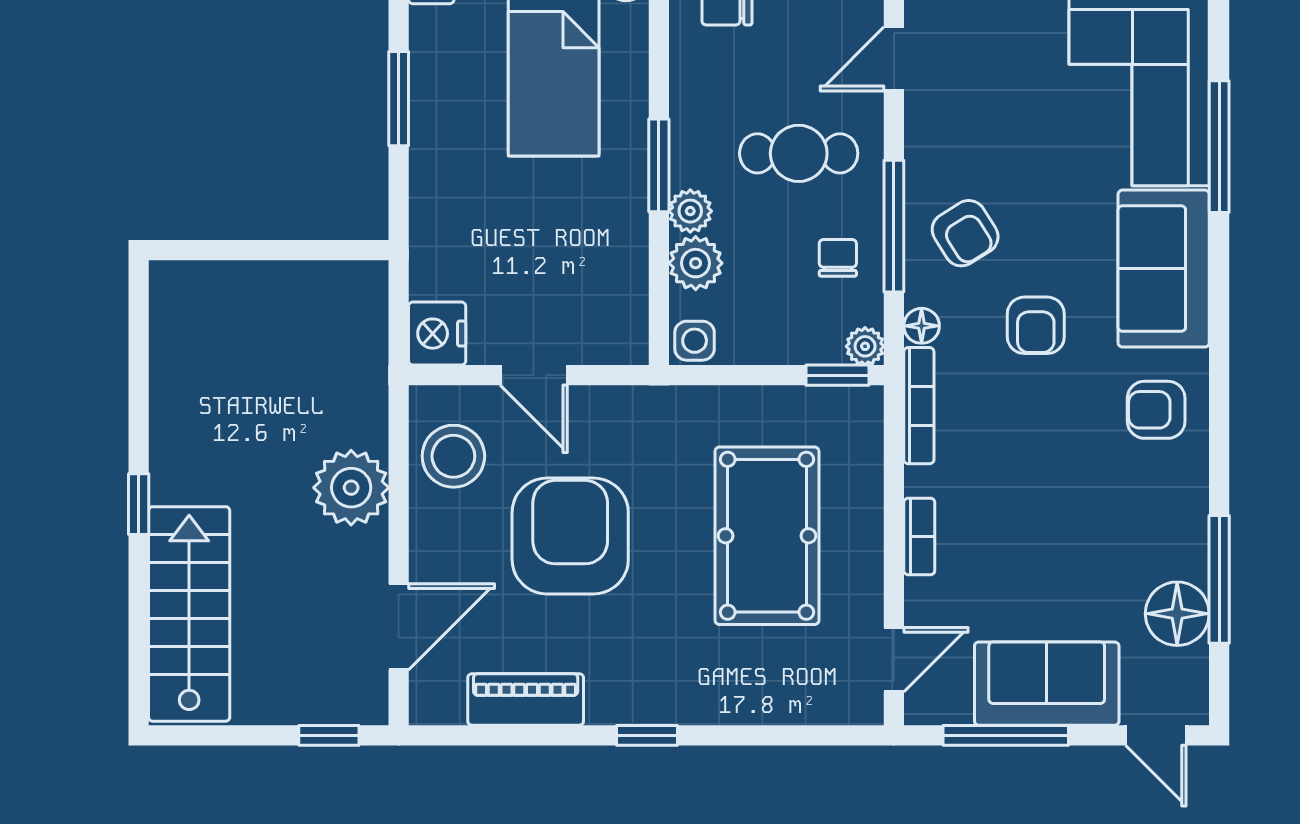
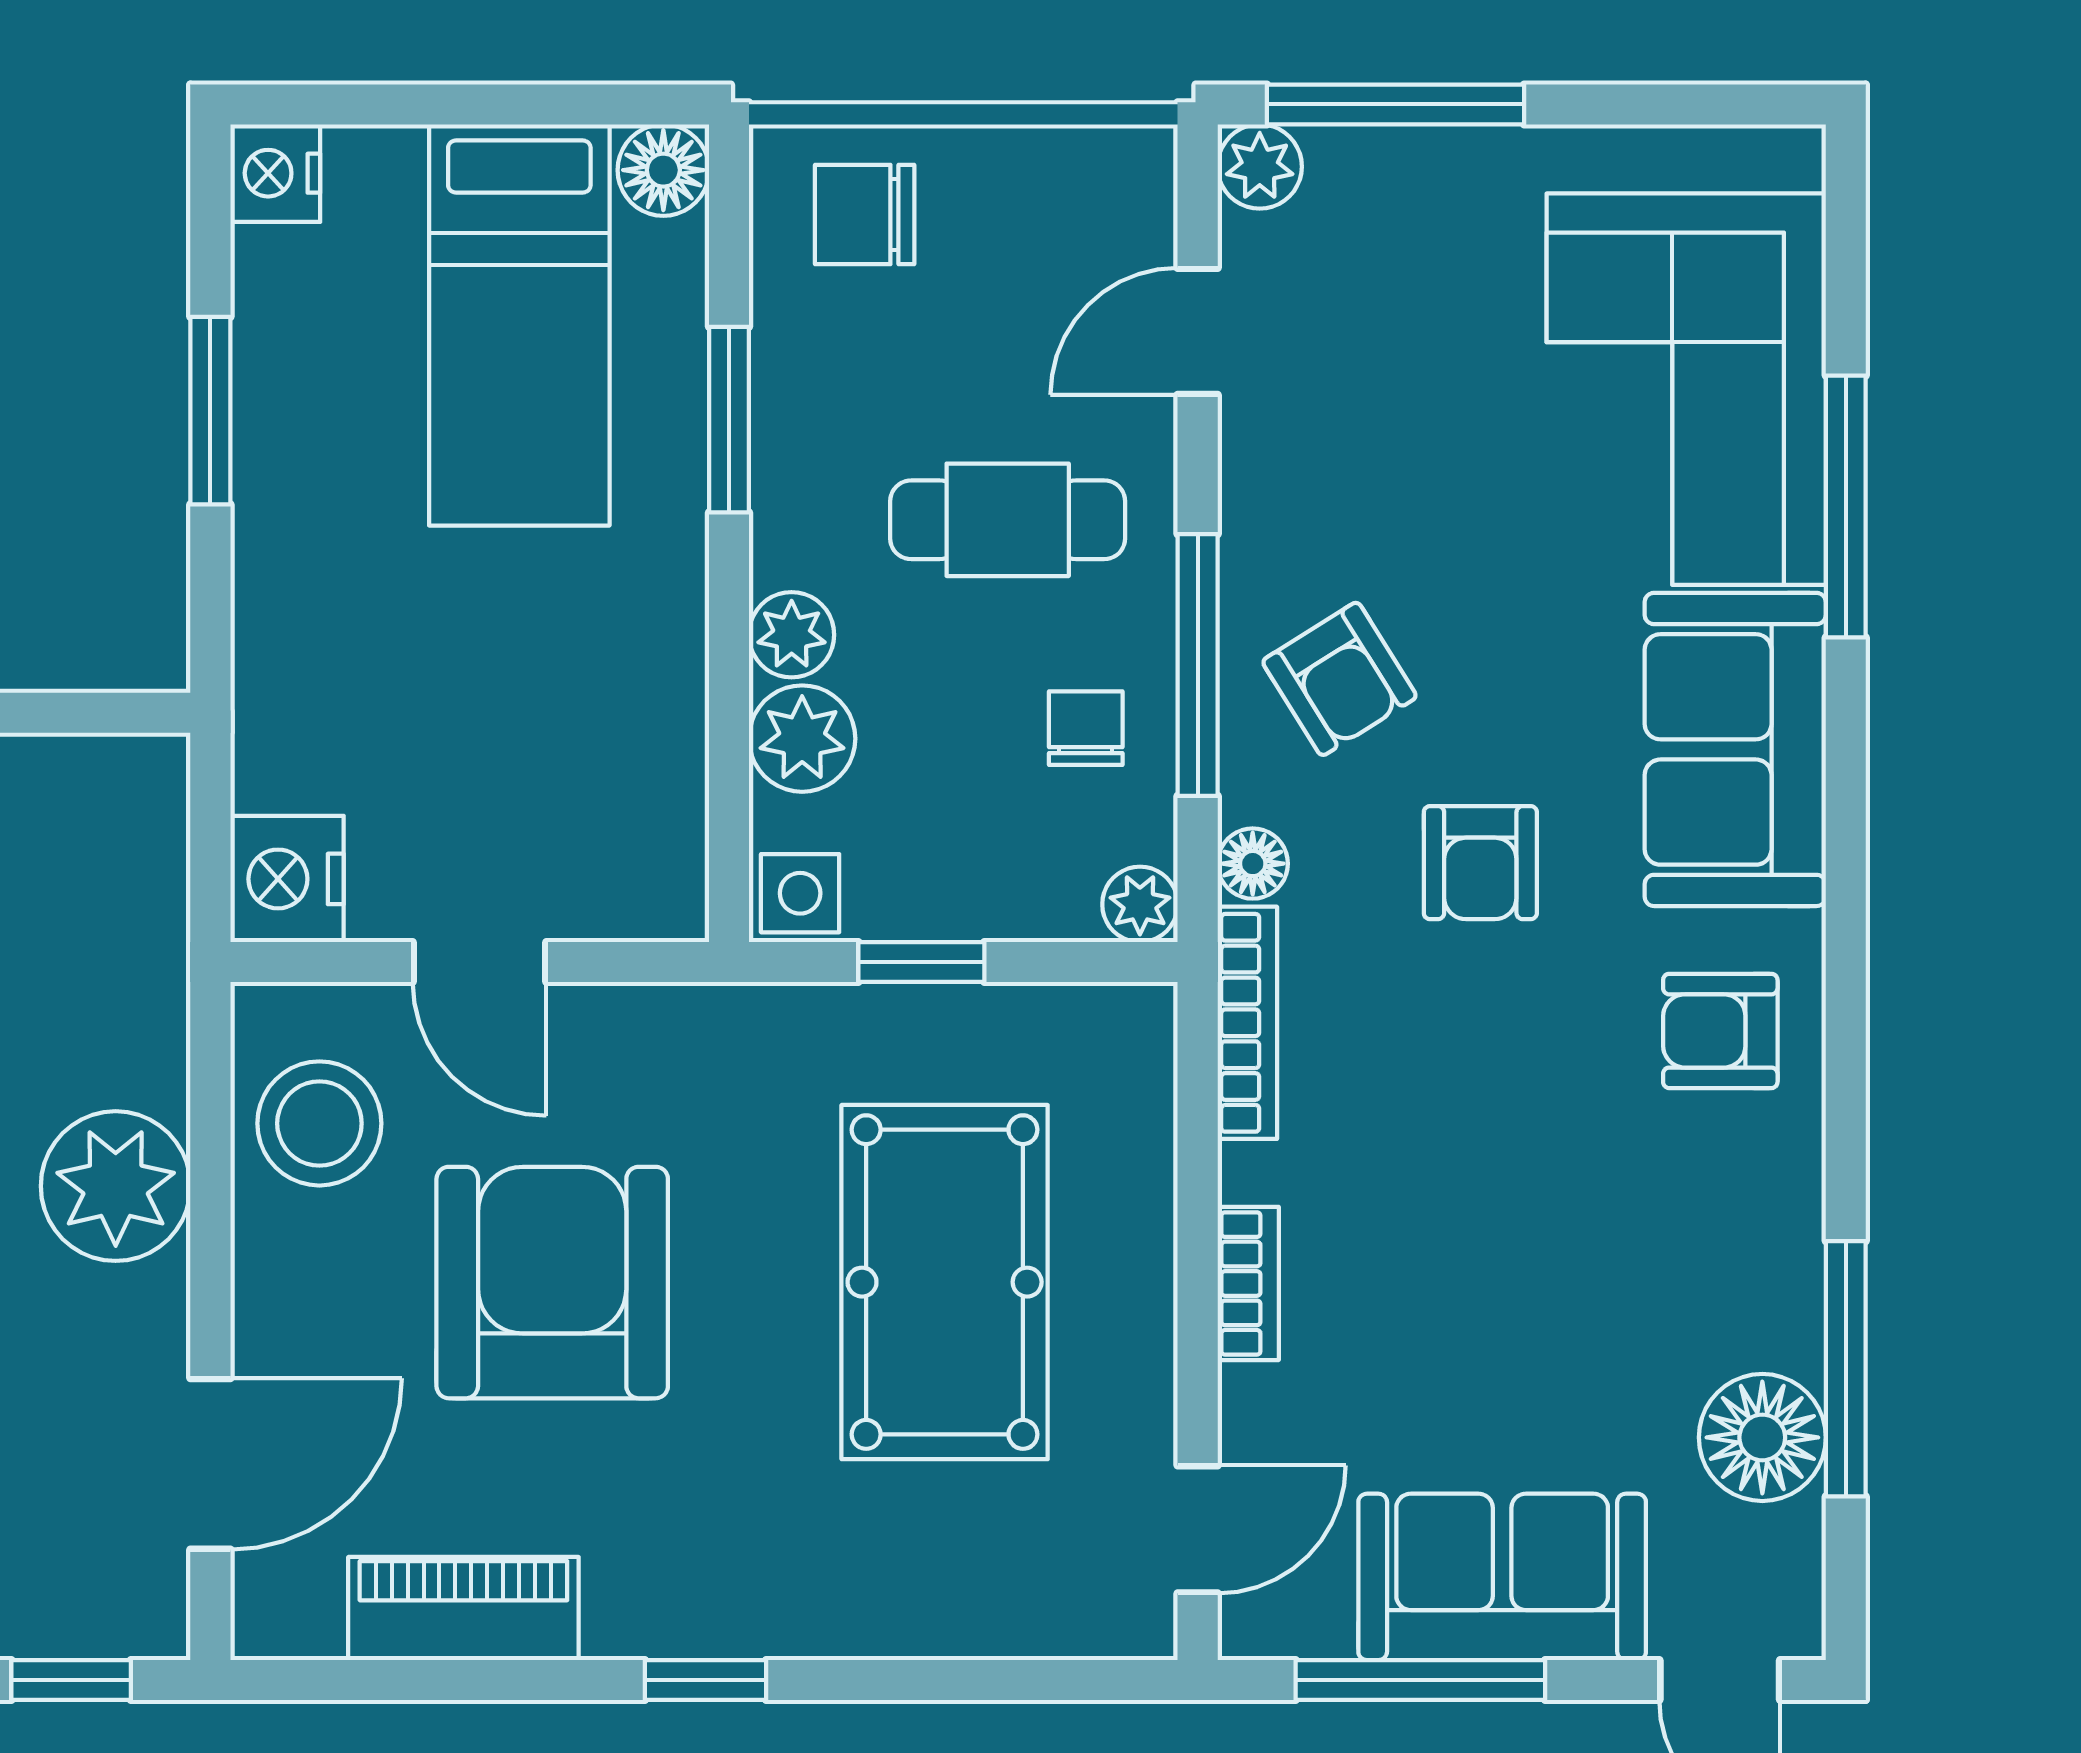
window: (659, 165) -> (729, 420), moved
window: (838, 375) -> (921, 962), moved

